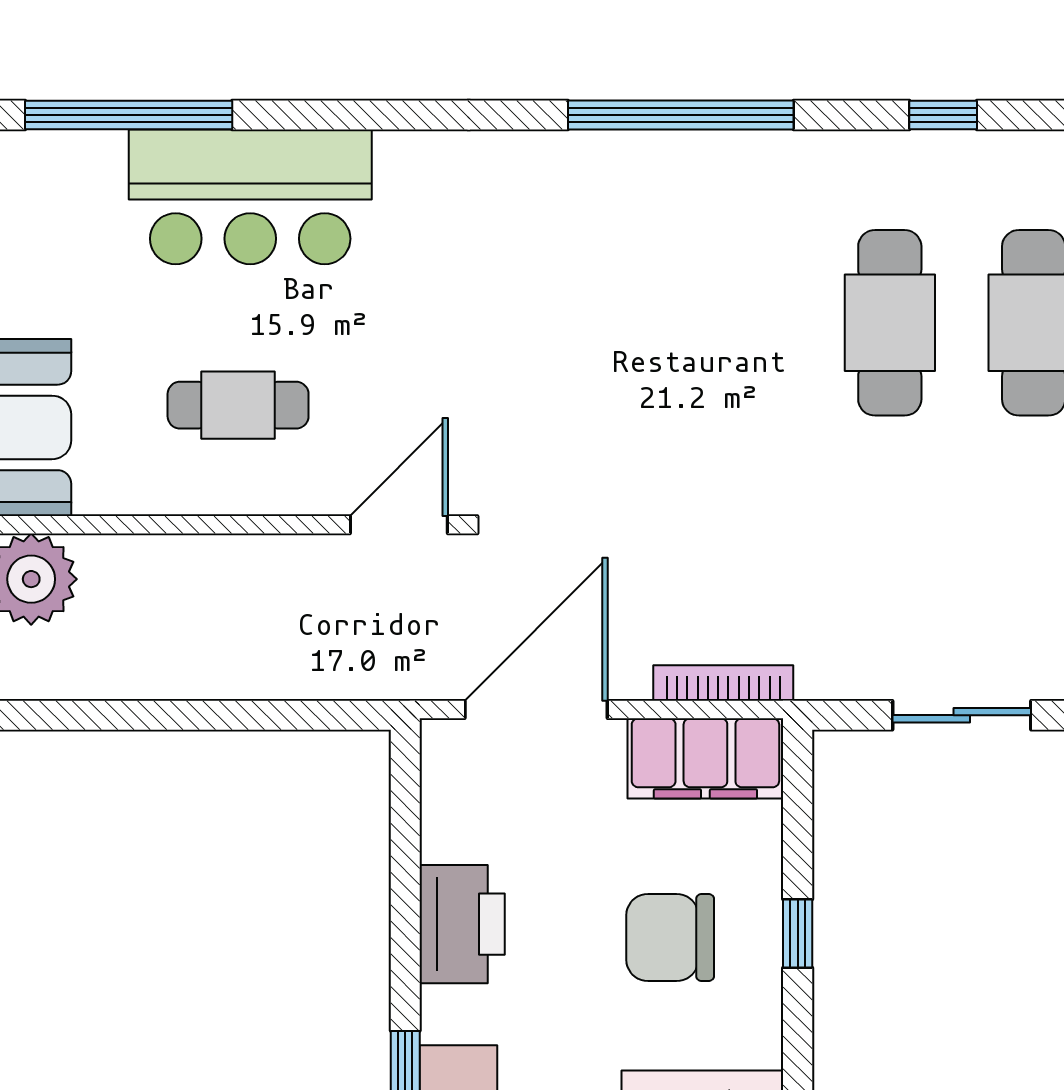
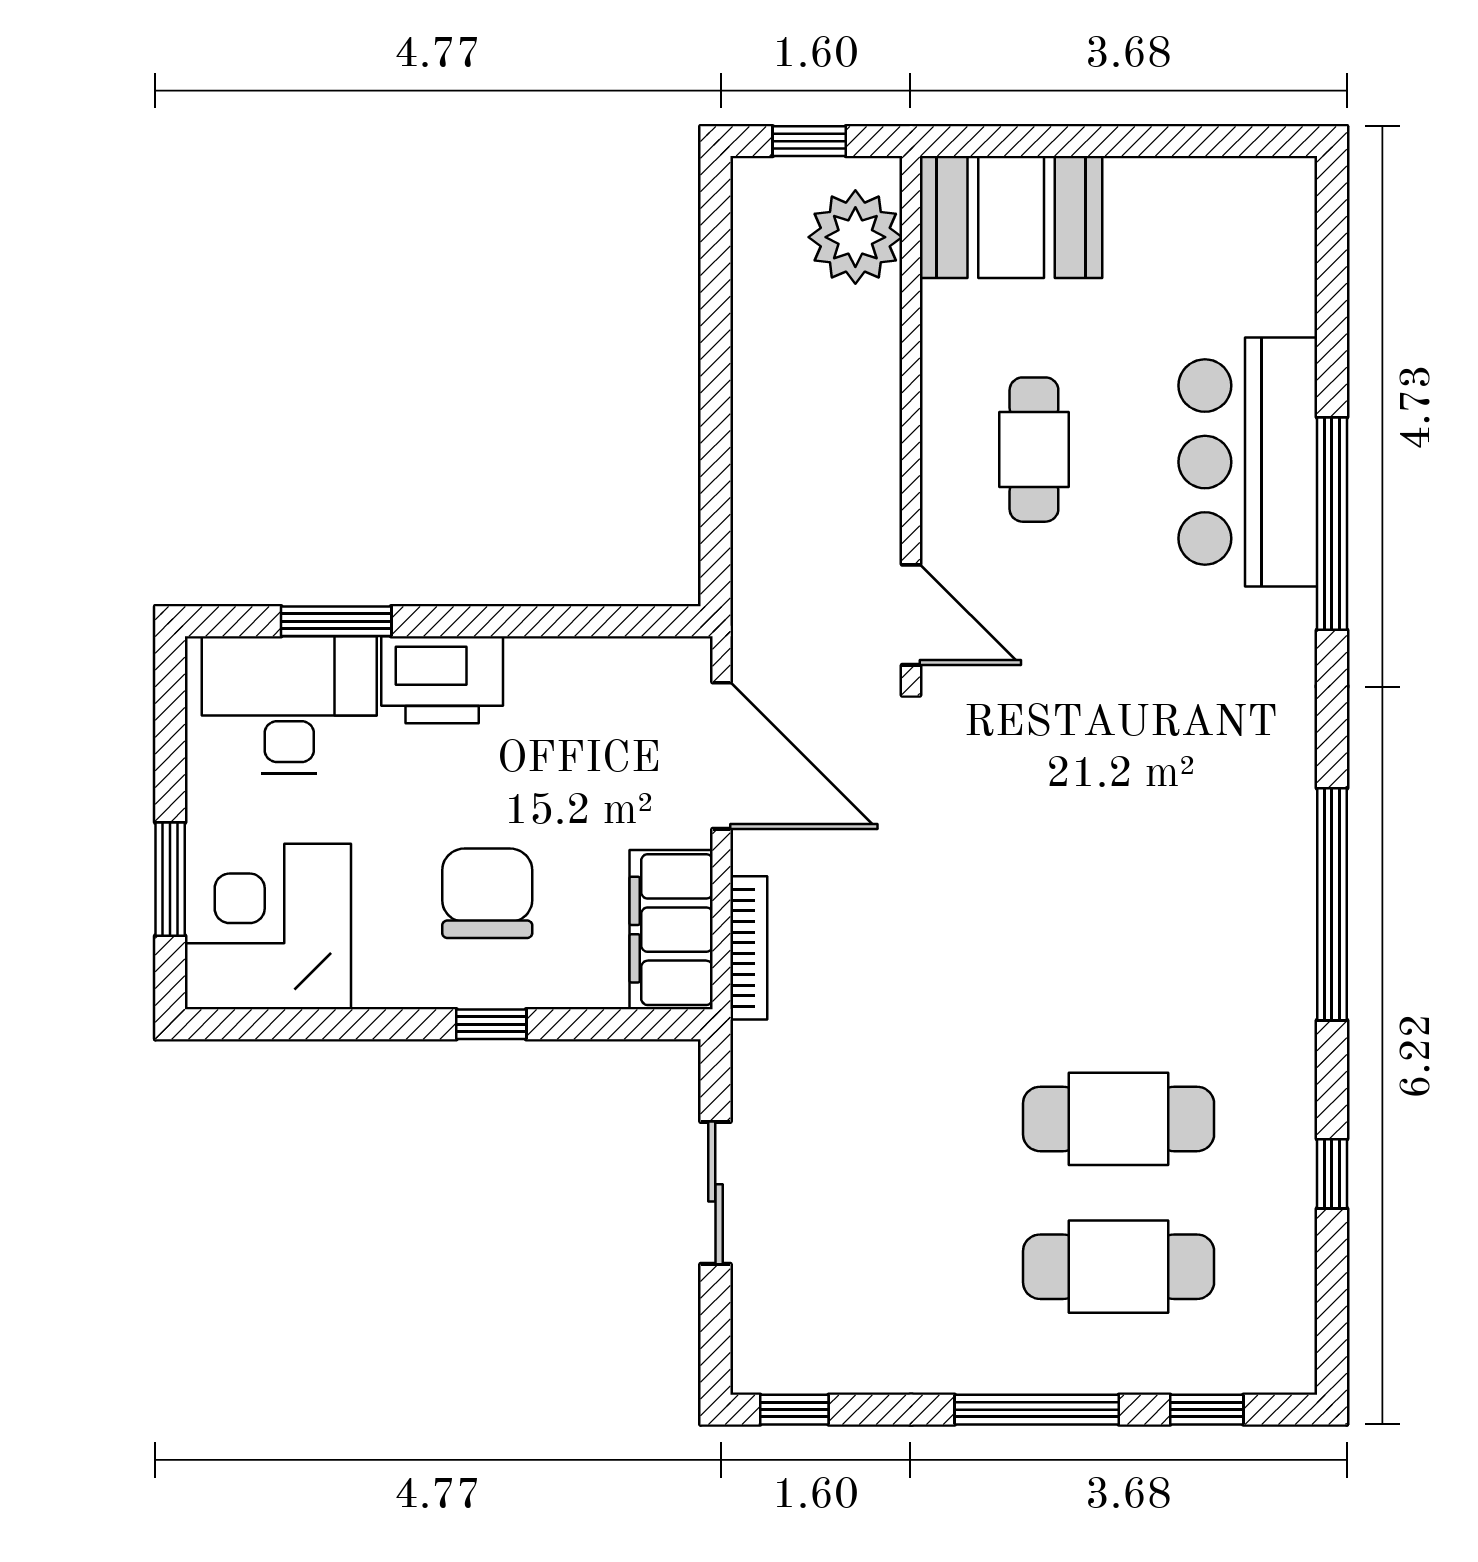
window: (129, 115) -> (1332, 524), moved
printer: (462, 924) -> (442, 680), moved

